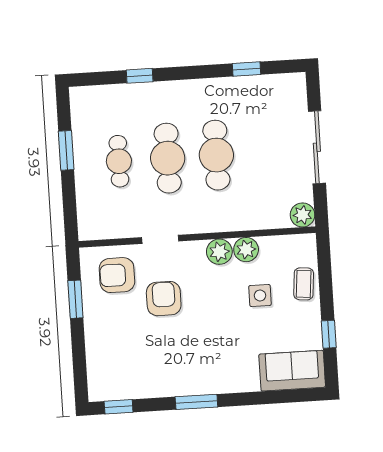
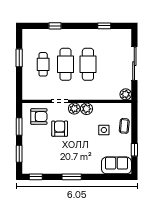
plant: (246, 250) -> (74, 109), moved
armchair: (117, 275) -> (39, 117), turned 180
window: (79, 359) -> (19, 154), added

